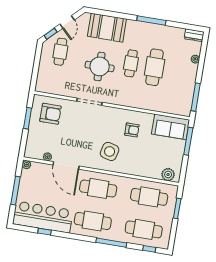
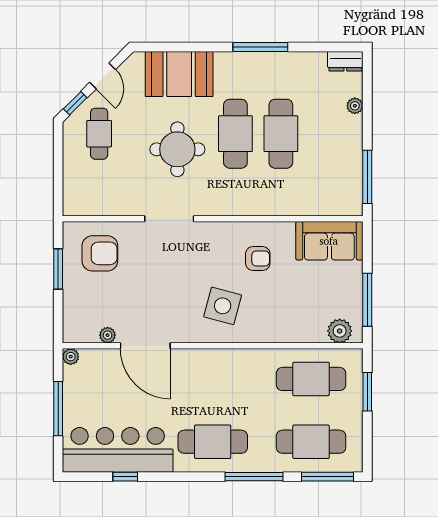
cafe table: (131, 63) -> (235, 134), width x1.37, depth x1.35
window: (188, 141) -> (367, 300), moved
cafe table: (98, 188) -> (213, 379), removed
window: (149, 249) -> (327, 477), width x2.17

